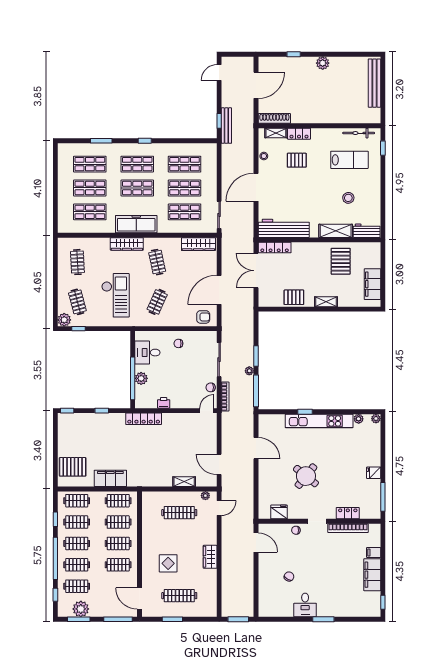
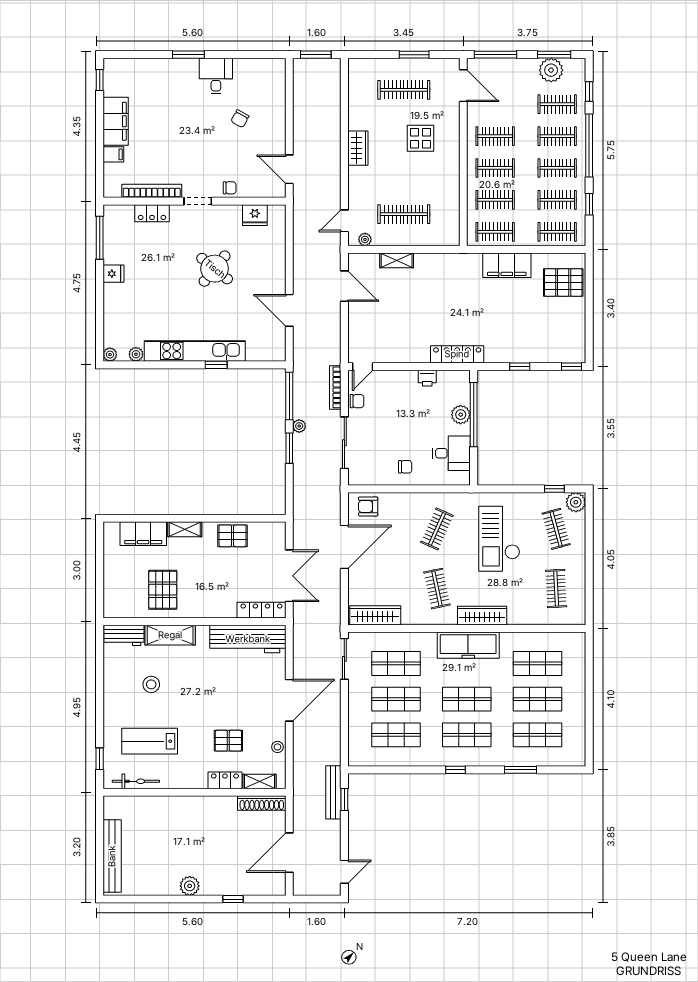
filing cabinet: (372, 284) -> (143, 534), moved, turned 90

